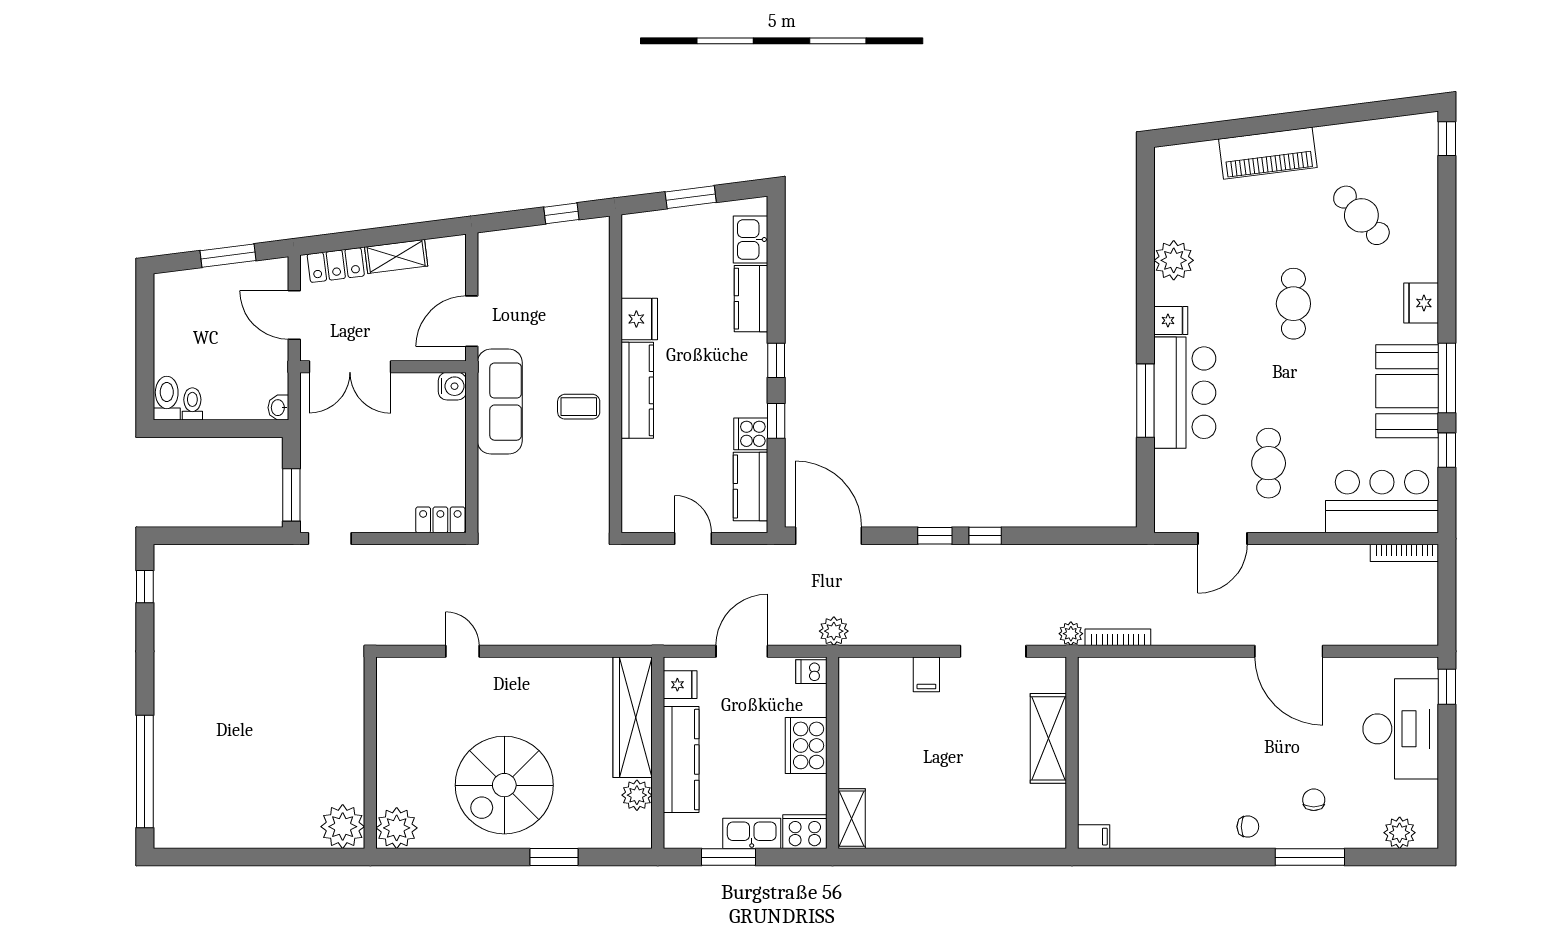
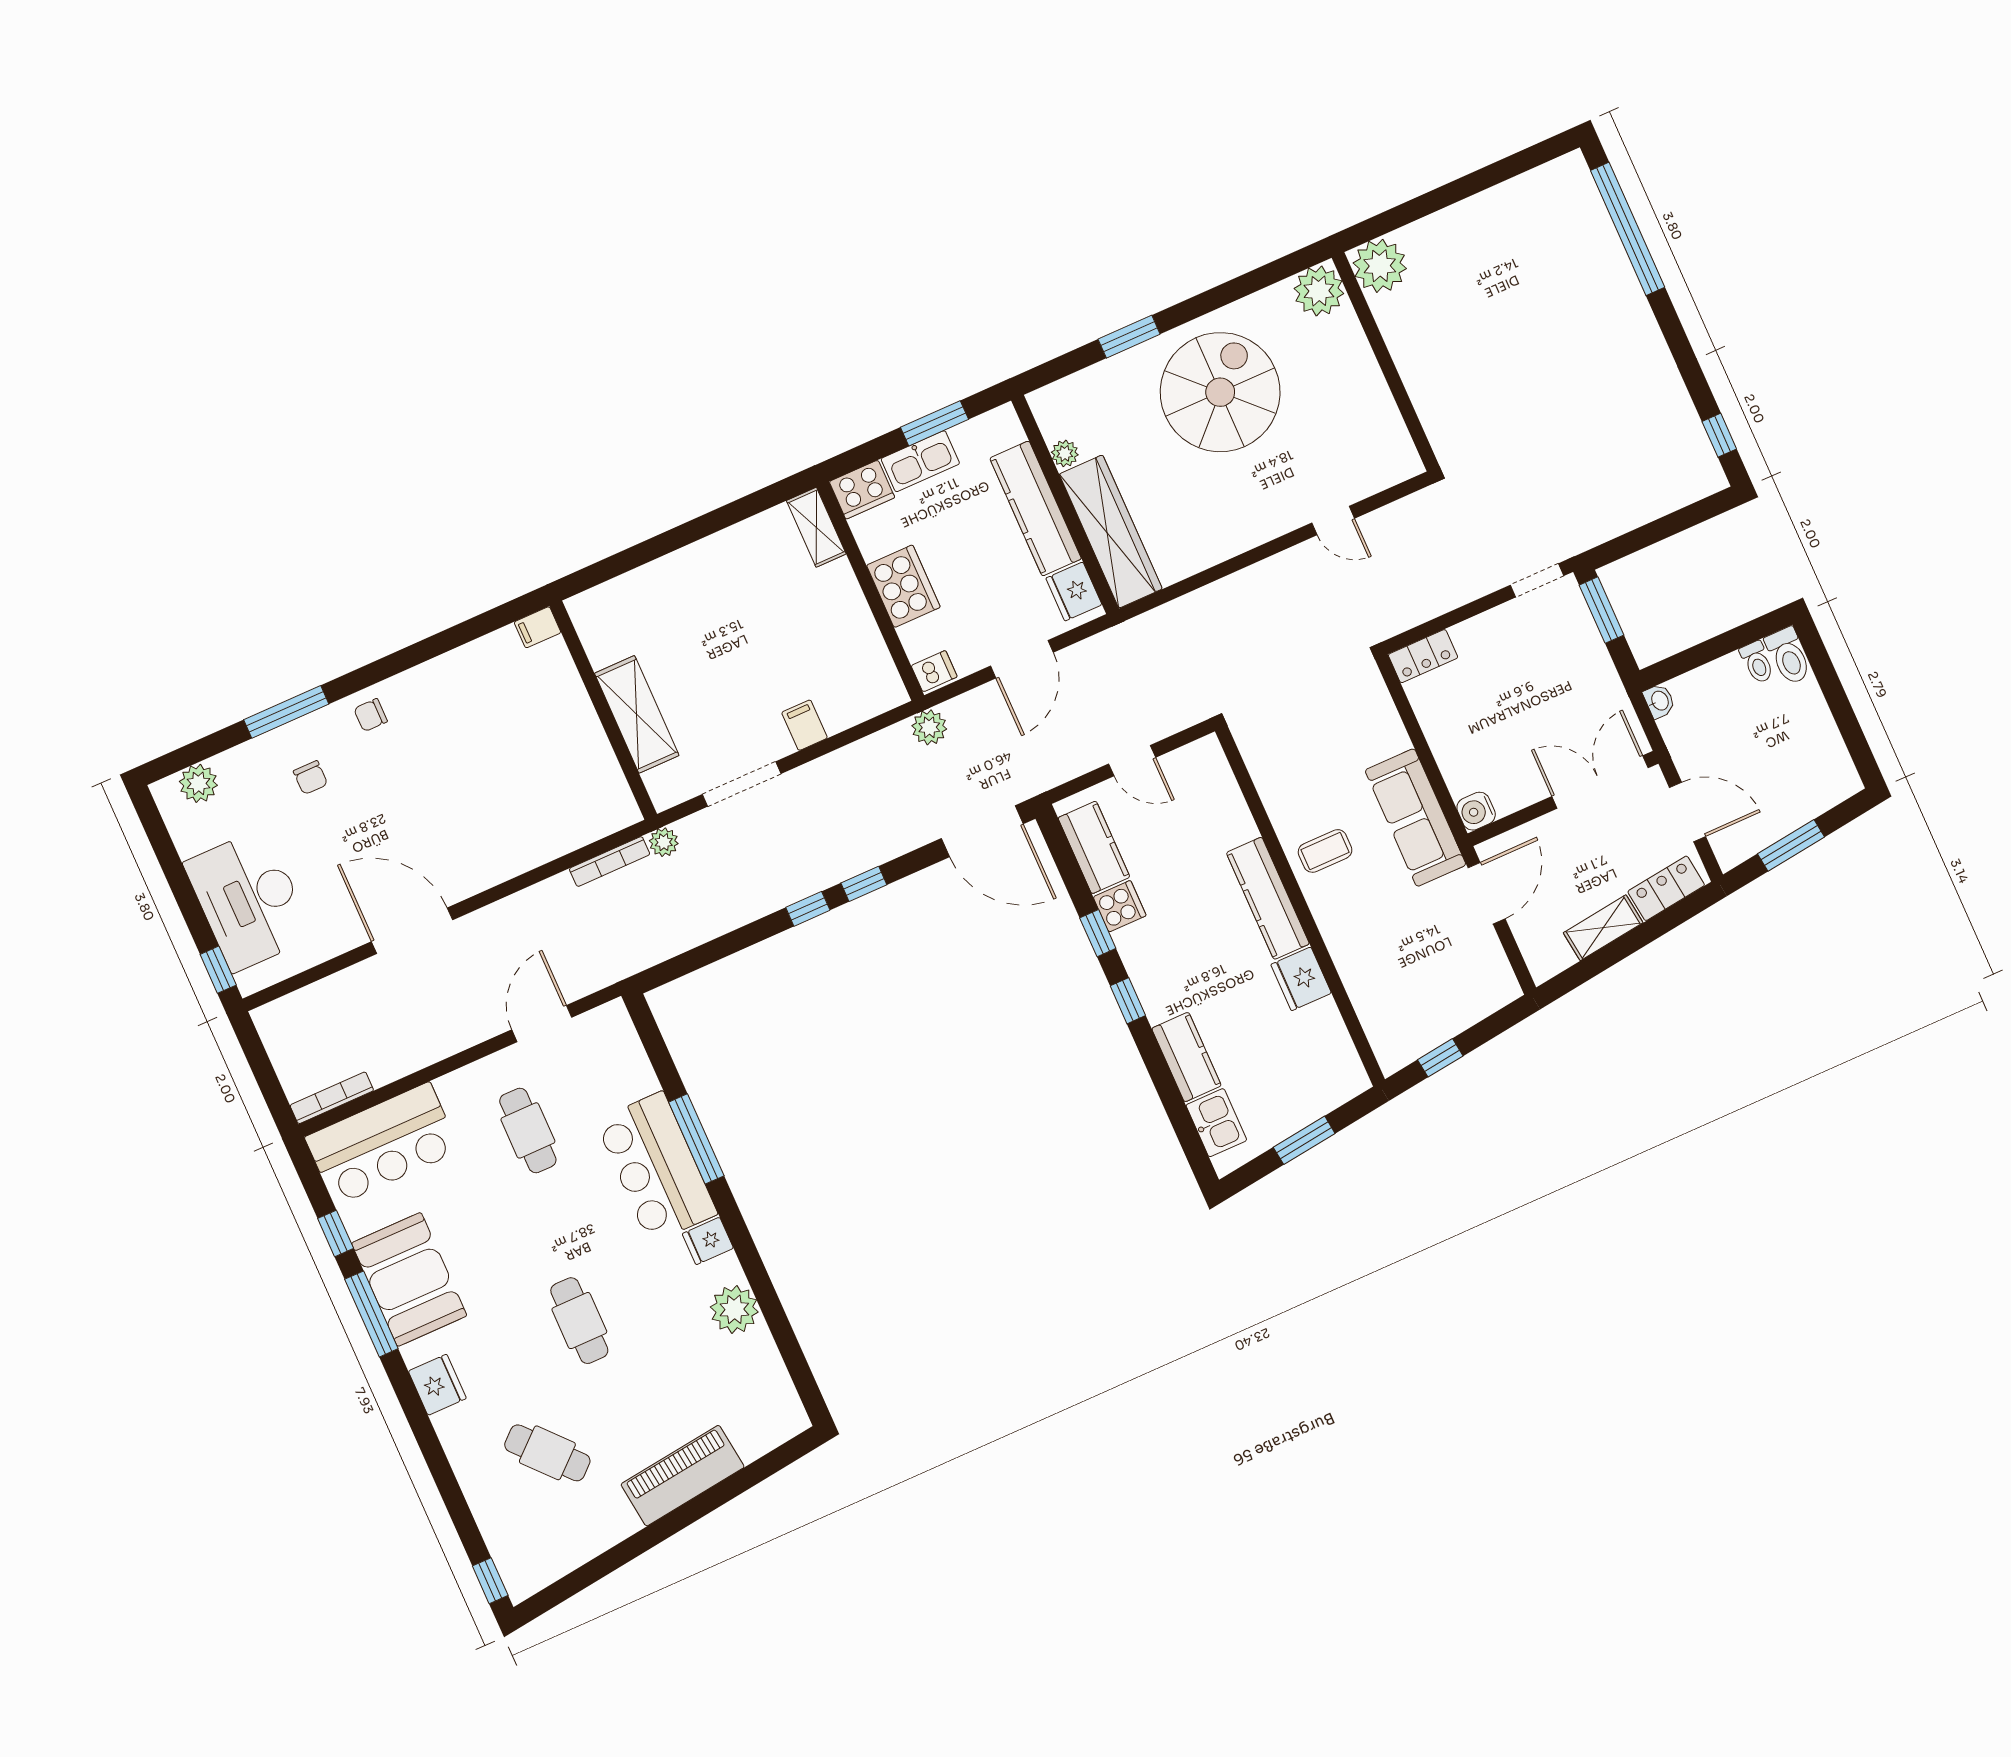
fridge: (680, 685) -> (1074, 591), width x1.38
plant: (637, 795) -> (1065, 453), width x0.73, depth x0.73

